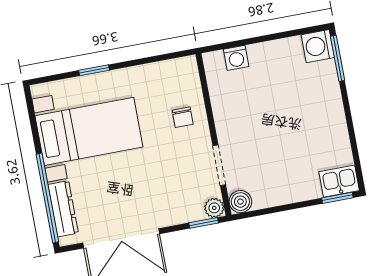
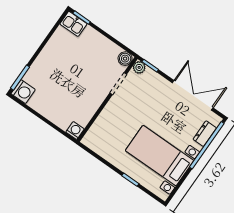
washing machine: (236, 58) -> (75, 130), moved
chair: (183, 117) -> (113, 120), removed
dresser: (63, 209) -> (205, 134), width x0.70

